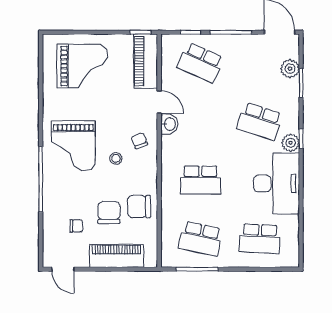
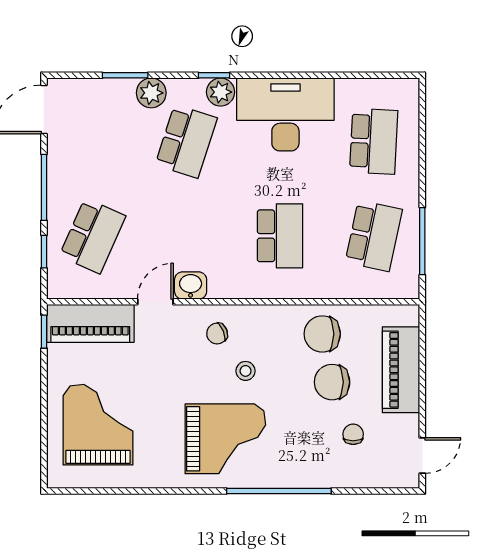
plant: (290, 69) -> (151, 93), moved
chair: (139, 206) -> (322, 334), turned 90

